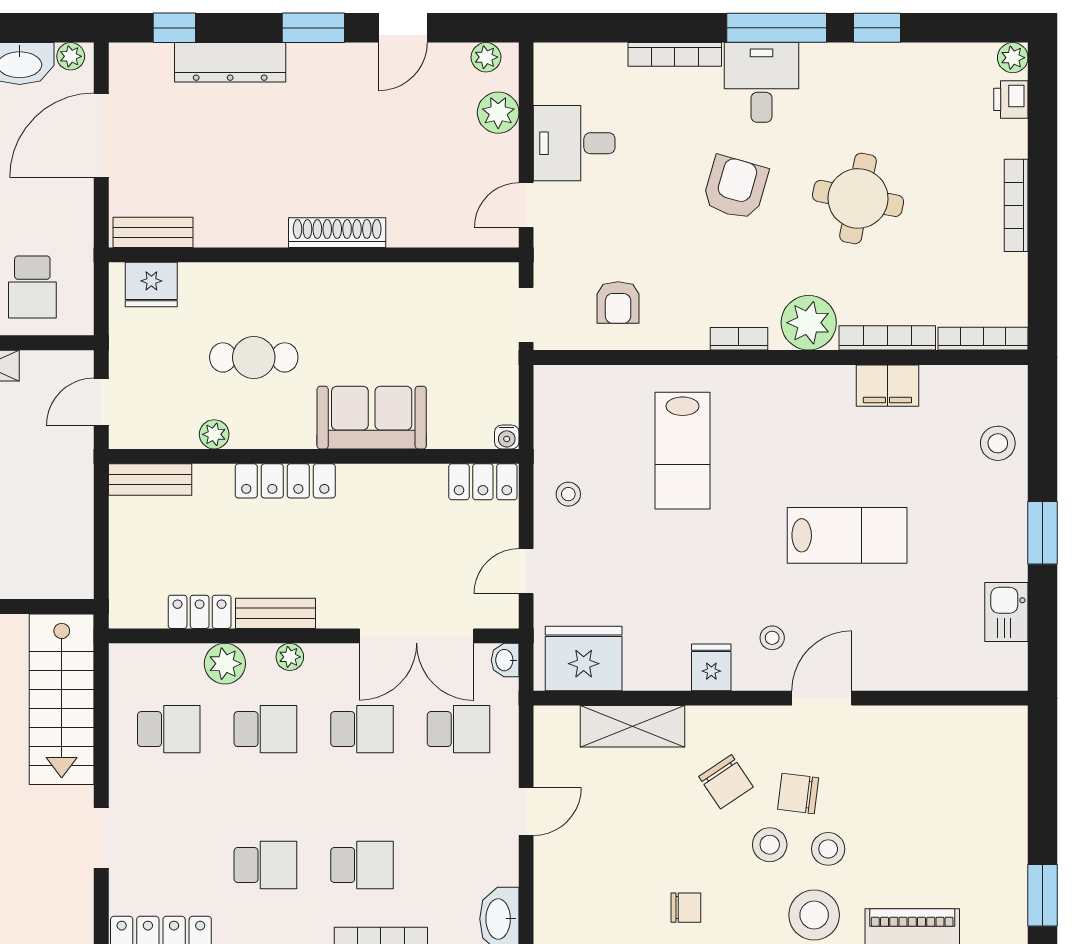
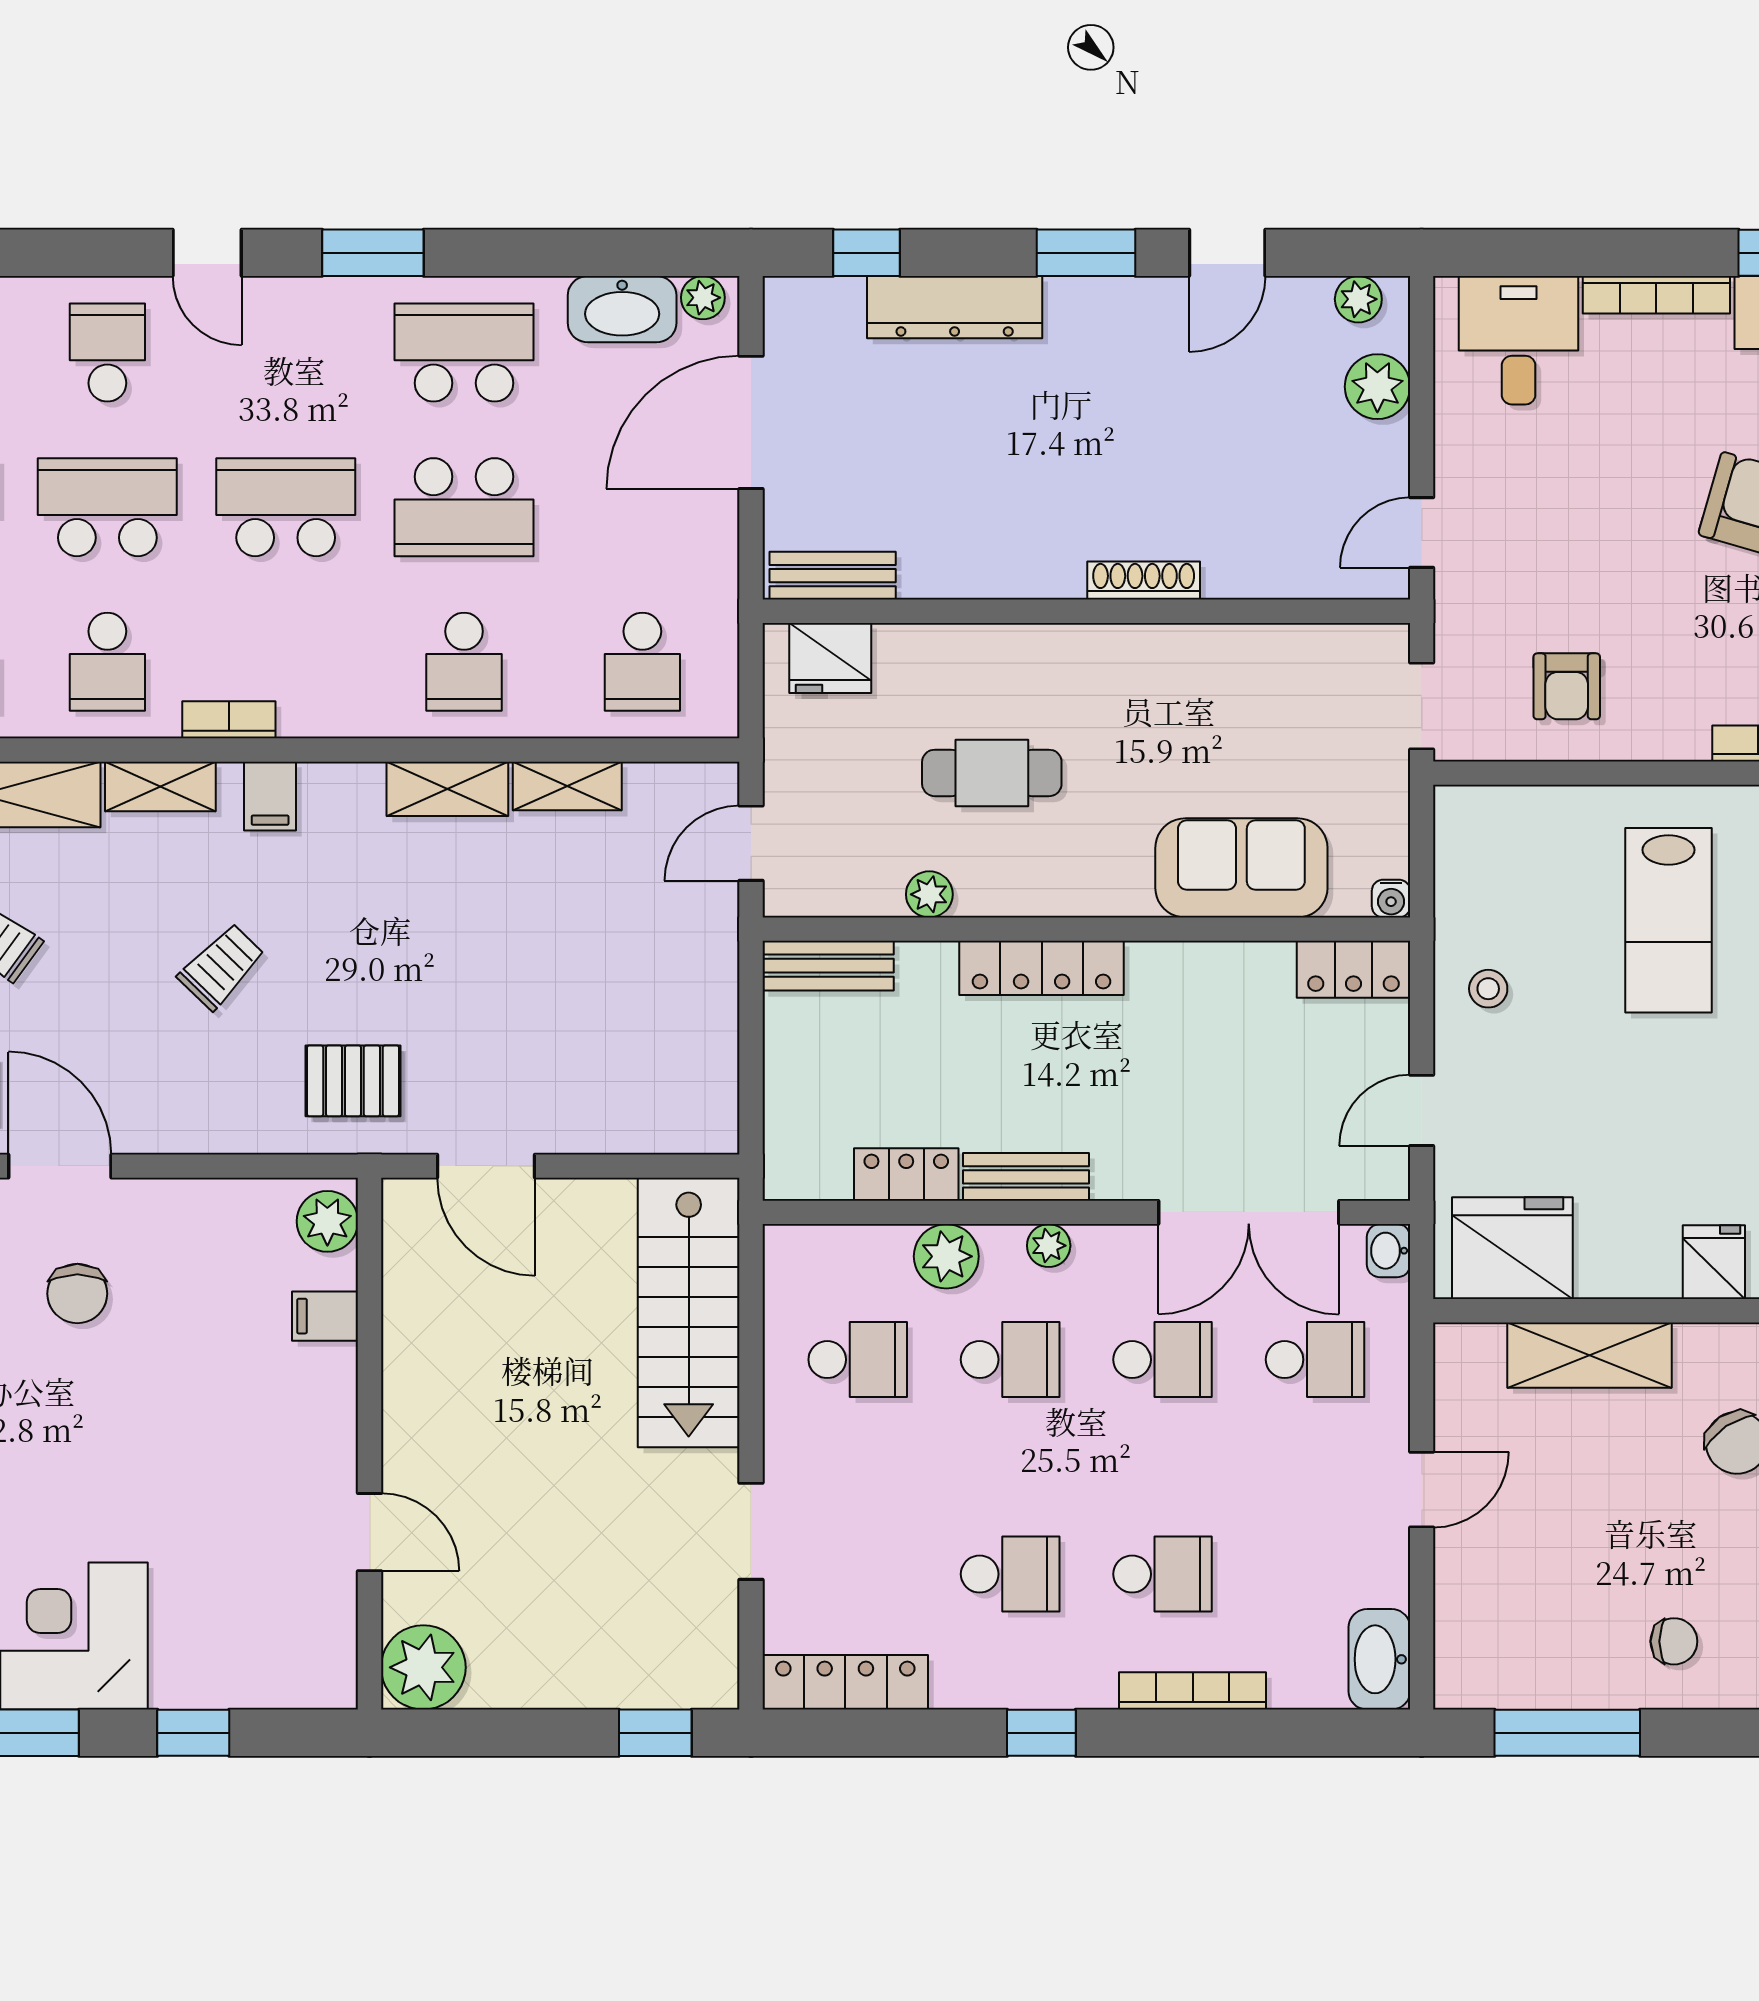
desk: (574, 143) -> (1519, 340), moved, turned 90
shoe rack: (337, 233) -> (1144, 581), width x0.74, depth x0.81
sofa: (372, 418) -> (1241, 868), moved

